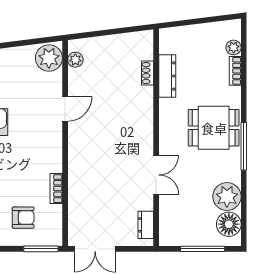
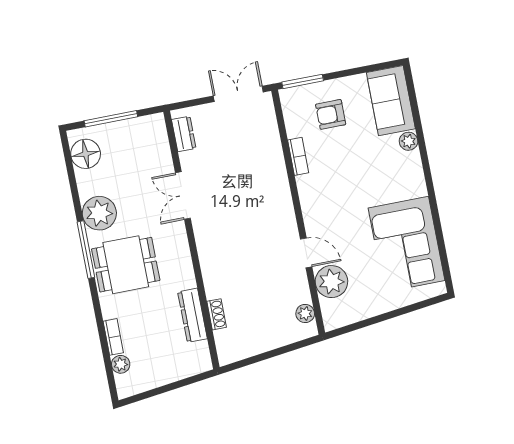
plant: (49, 58) -> (331, 282), moved
door: (65, 109) -> (306, 253), swing flipped
plant: (227, 197) -> (99, 213), moved

